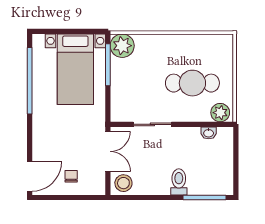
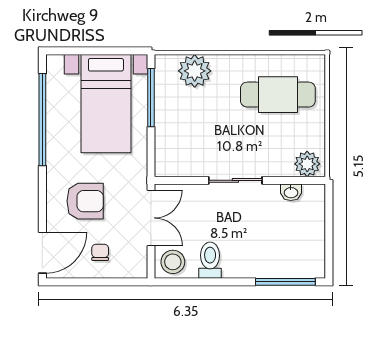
plant: (122, 46) -> (195, 71), moved
cafe table: (192, 83) -> (278, 95), moved
sliding door: (152, 124) -> (235, 180), moved
armchair: (60, 139) -> (85, 201), added
toilet: (179, 182) -> (210, 260), moved

